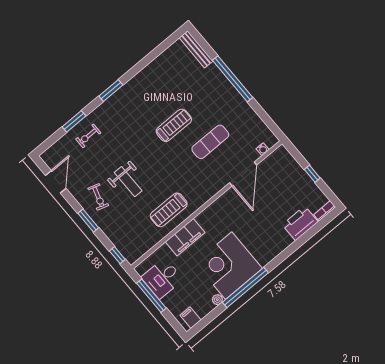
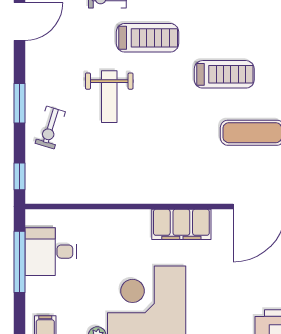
exercise bike: (98, 197) -> (50, 128), moved
treadmill: (169, 210) -> (147, 38), moved, turned 180
filing cabinet: (185, 237) -> (181, 224), moved

